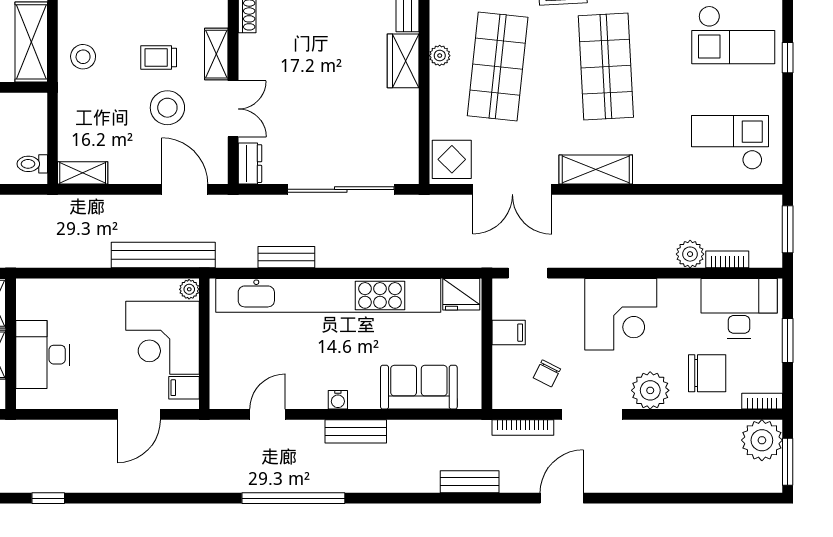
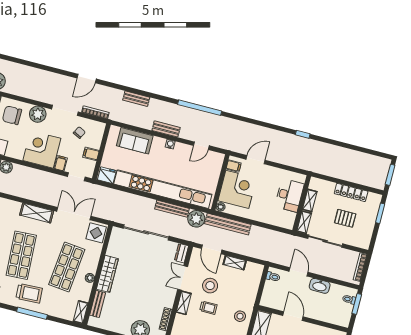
wardrobe: (403, 61) -> (107, 274), width x1.50
shelving: (83, 173) -> (235, 263), moved
plant: (237, 249) -> (196, 219), added
bench: (286, 257) -> (172, 209), width x1.36
filing cabinet: (571, 294) -> (61, 163), added
bench: (470, 482) -> (136, 99), moved

